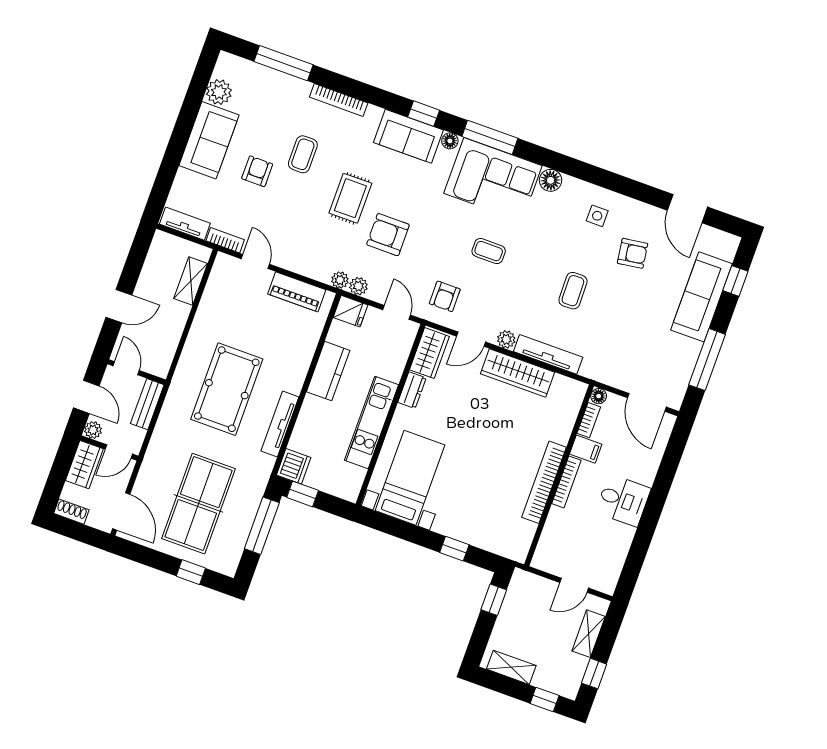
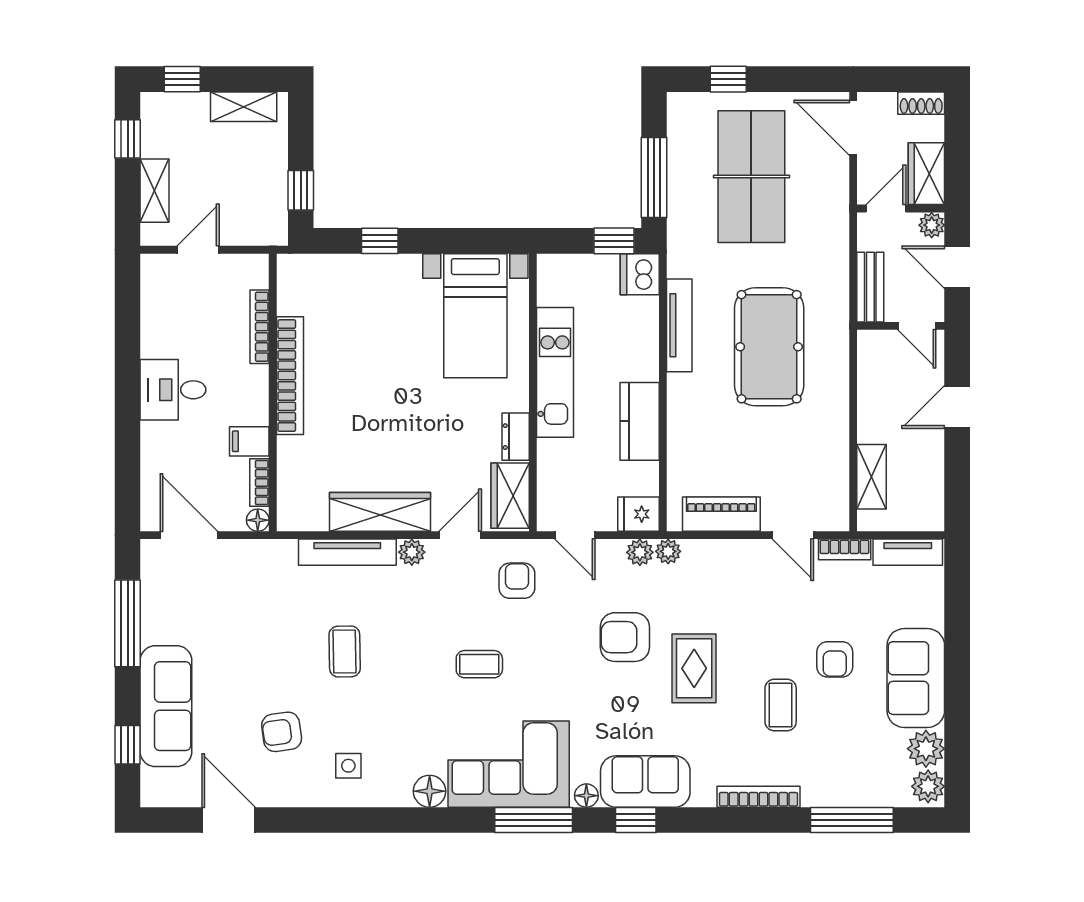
plant: (226, 67) -> (928, 786), added
armchair: (388, 235) -> (625, 637), turned 180
bookcase: (566, 482) -> (260, 327), moved

